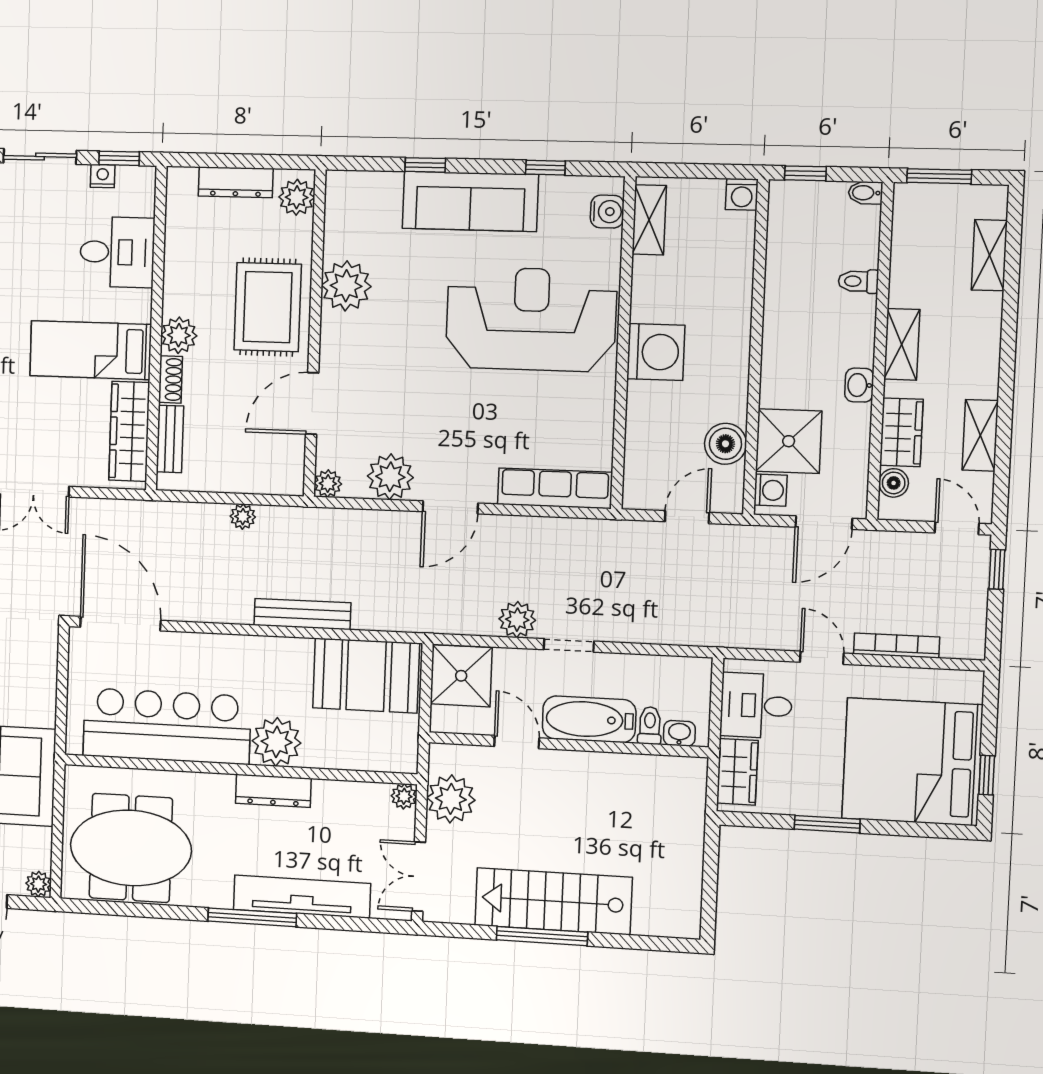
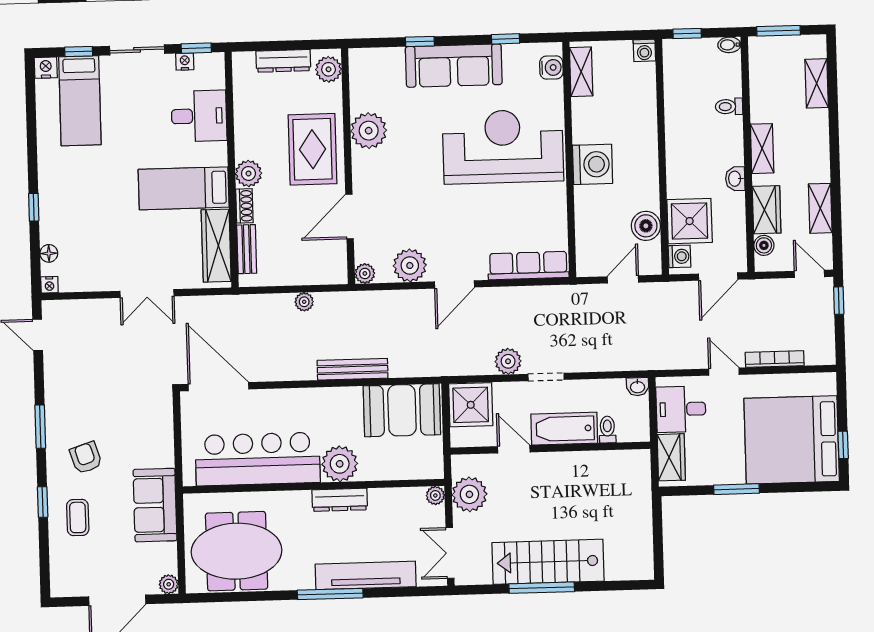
washbasin: (679, 733) -> (638, 387), moved, turned 180

